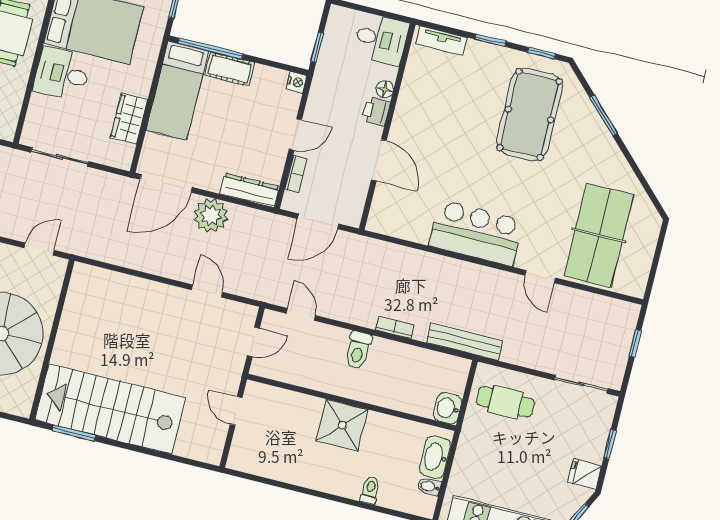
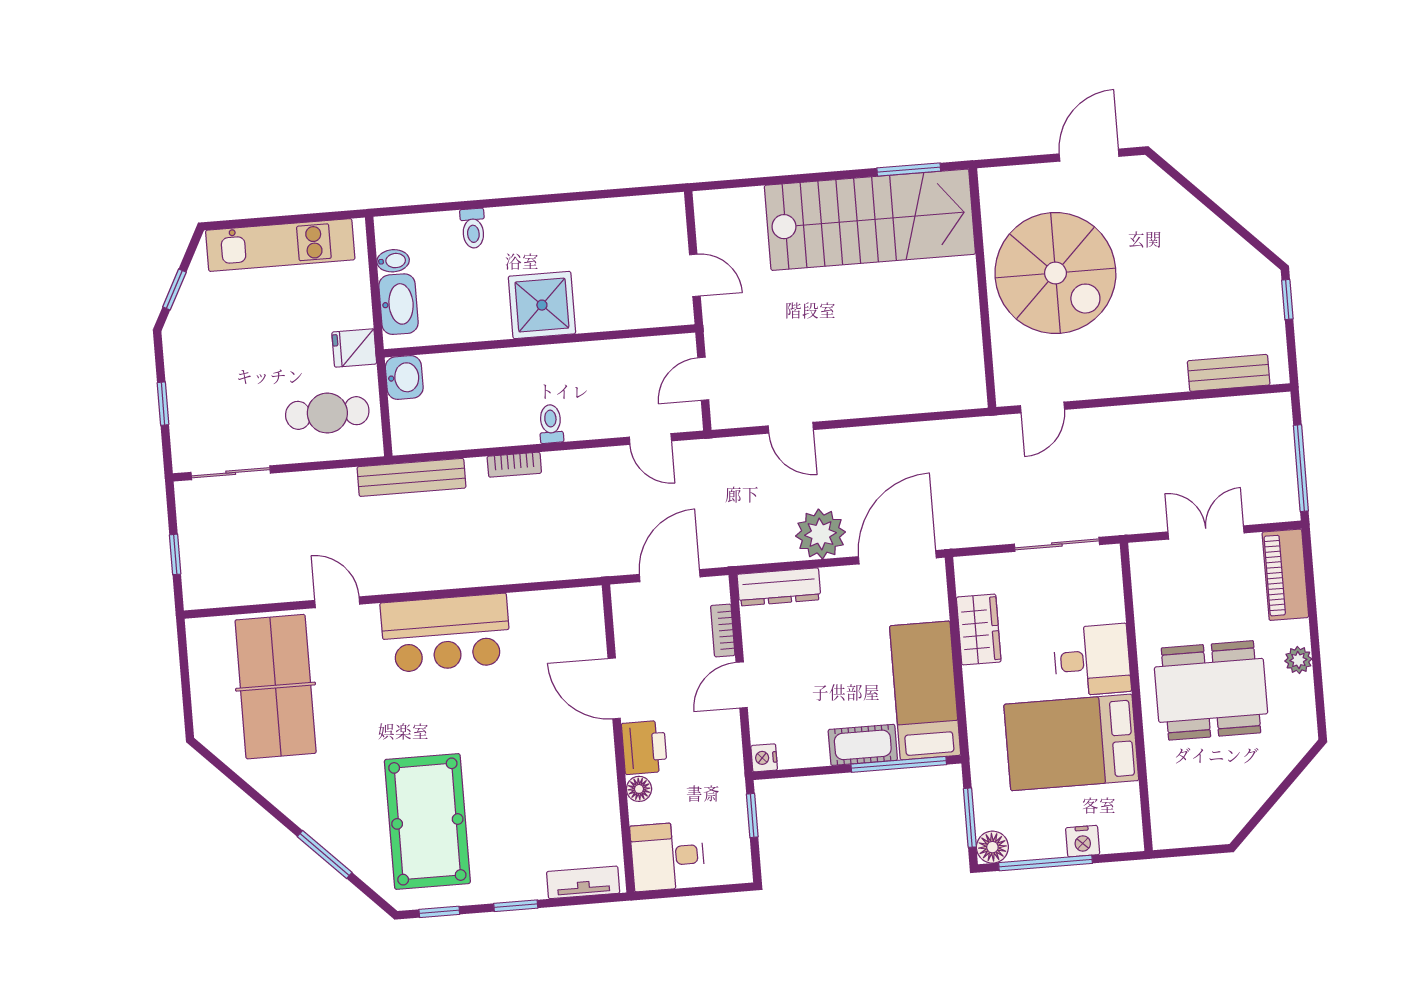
printer: (376, 111) -> (644, 747), width x1.36, depth x1.24
toilet: (358, 350) -> (551, 424), width x0.73, depth x0.72
fridge: (585, 474) -> (354, 348), moved, turned 180

